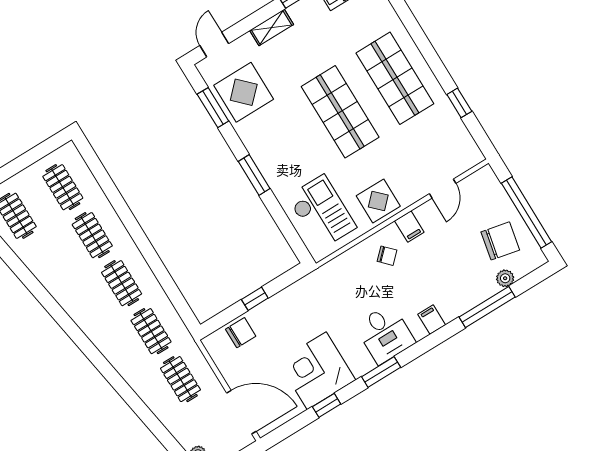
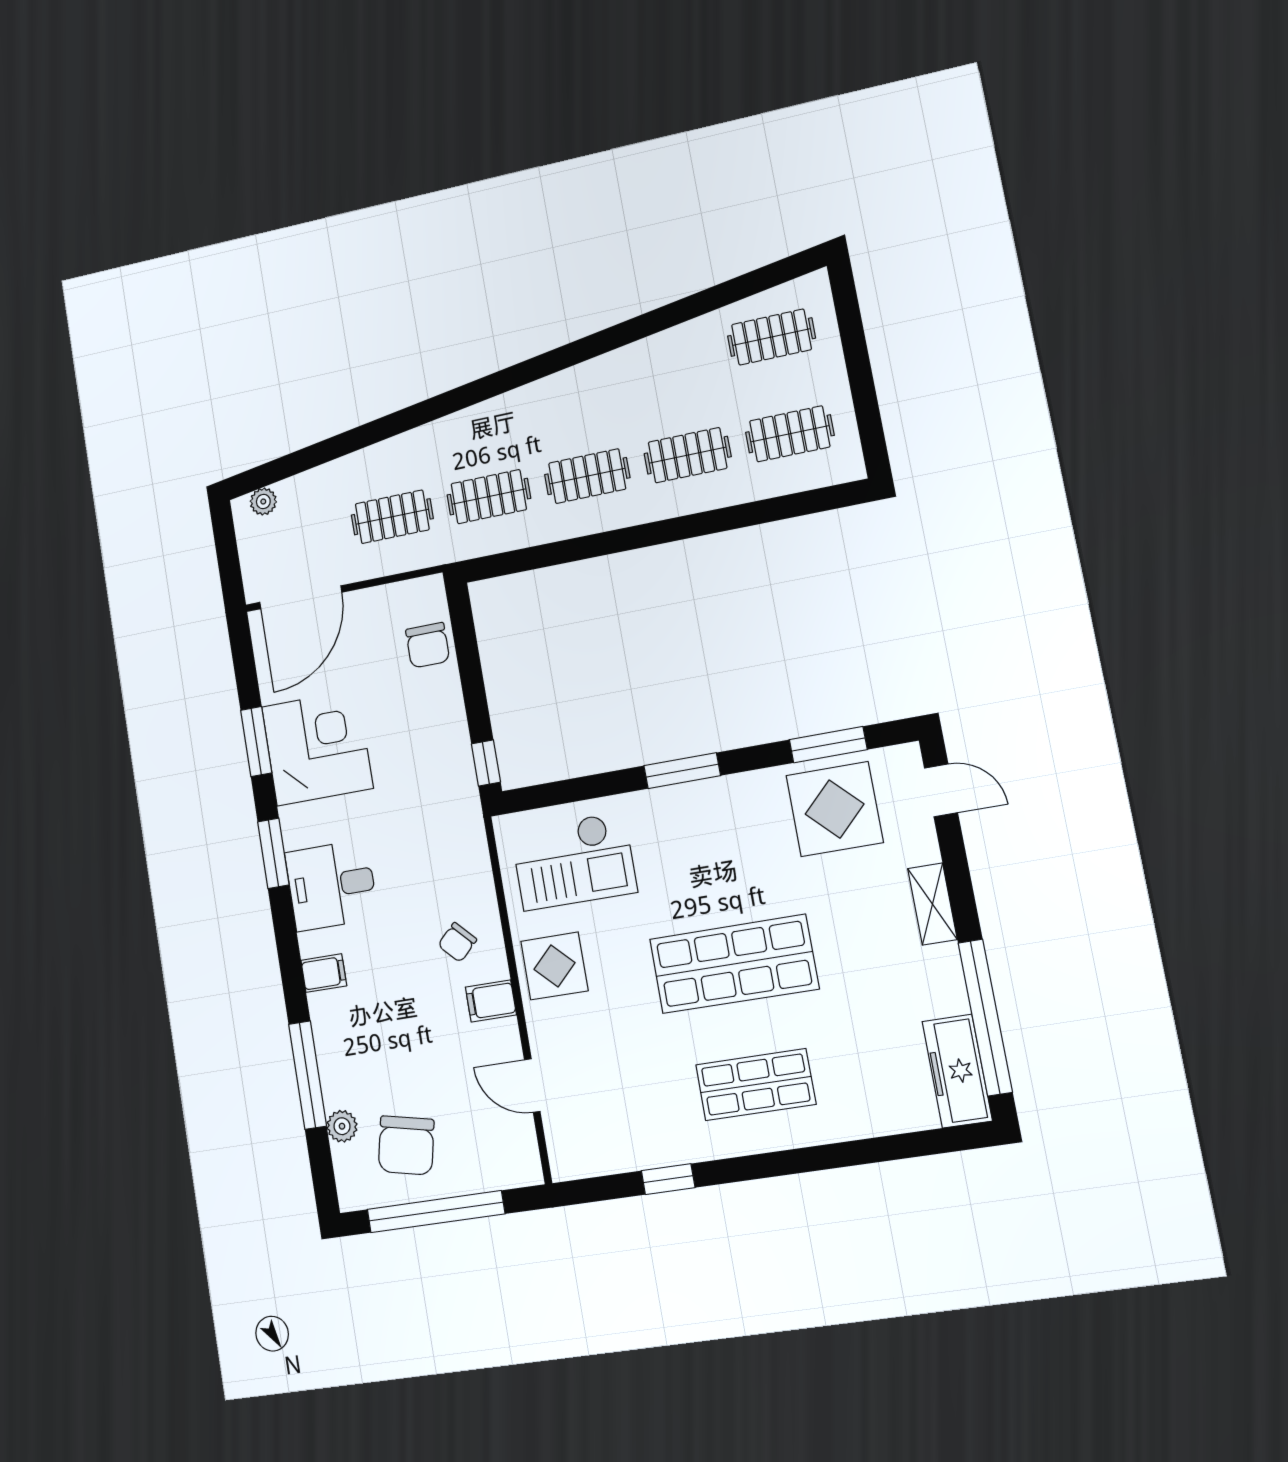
shop shelf: (395, 78) -> (756, 1085), width x0.70, depth x0.74
window: (255, 299) -> (486, 763), moved
window: (327, 405) -> (256, 742), width x1.50

